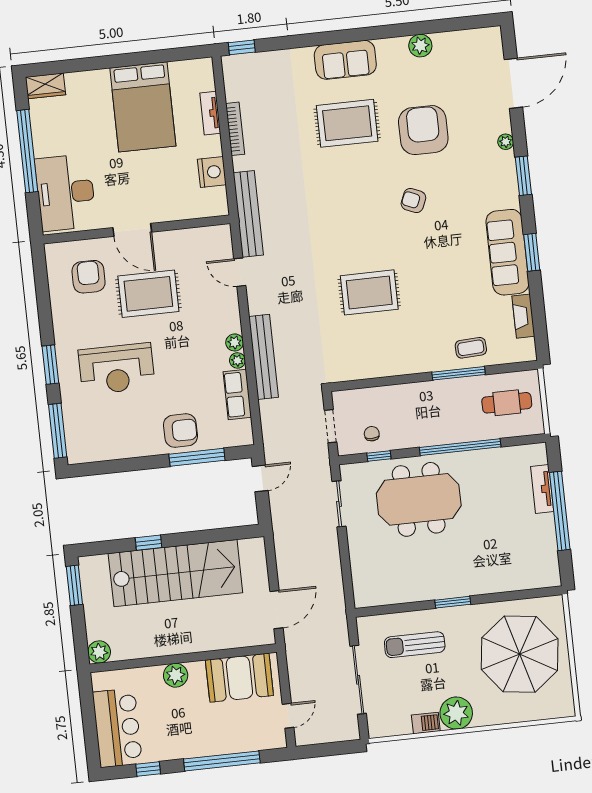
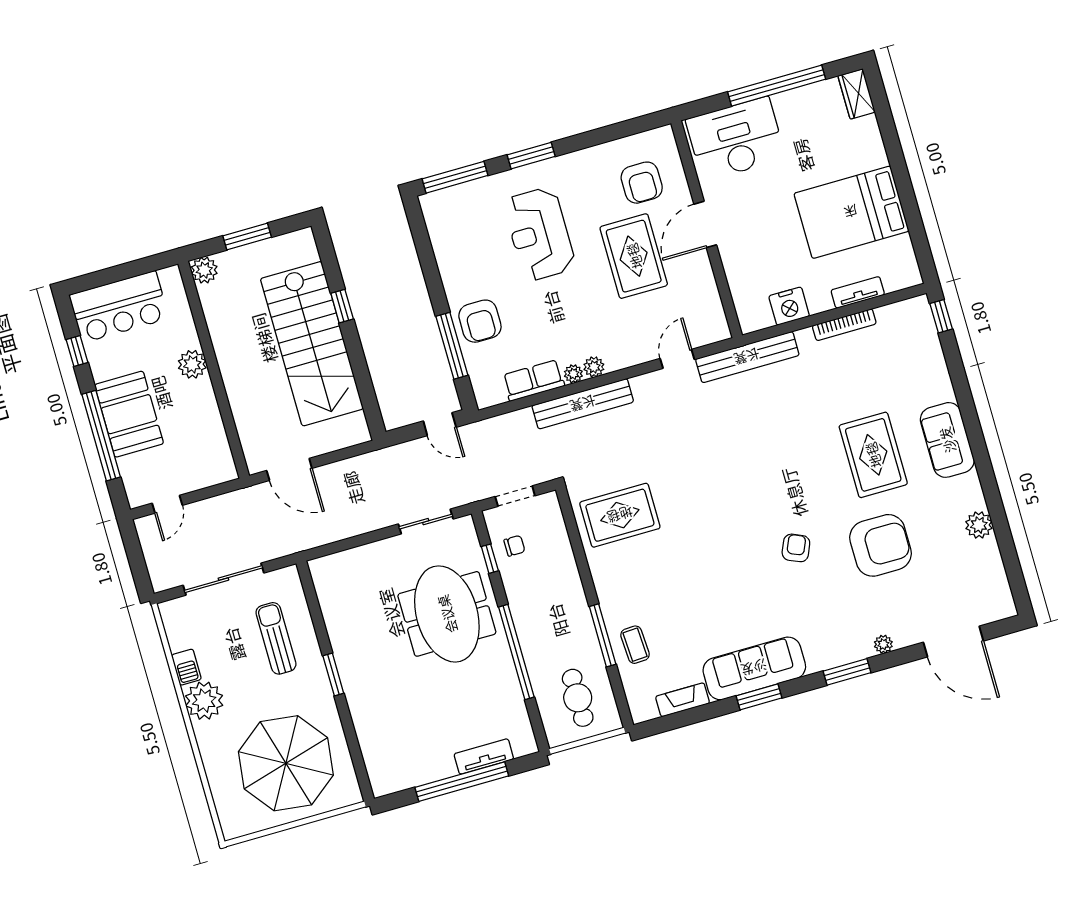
armchair: (89, 277) -> (642, 183), turned 90
rug: (369, 292) -> (620, 515), moved, turned 90
window: (74, 585) -> (247, 236), moved
booth: (239, 678) -> (129, 414), moved
door: (288, 716) -> (167, 504), hinge flipped

